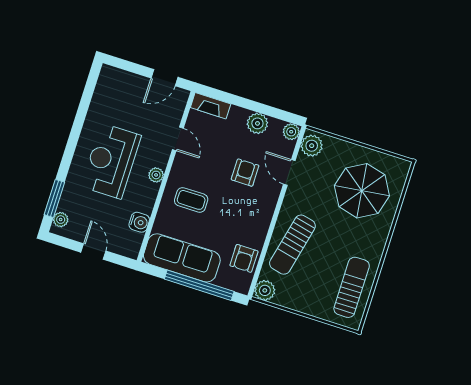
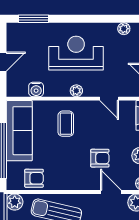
door: (178, 139) -> (109, 99), hinge flipped
door: (289, 172) -> (111, 192), hinge flipped
plant: (61, 220) -> (124, 29), moved
armchair: (244, 258) -> (34, 178), turned 180

